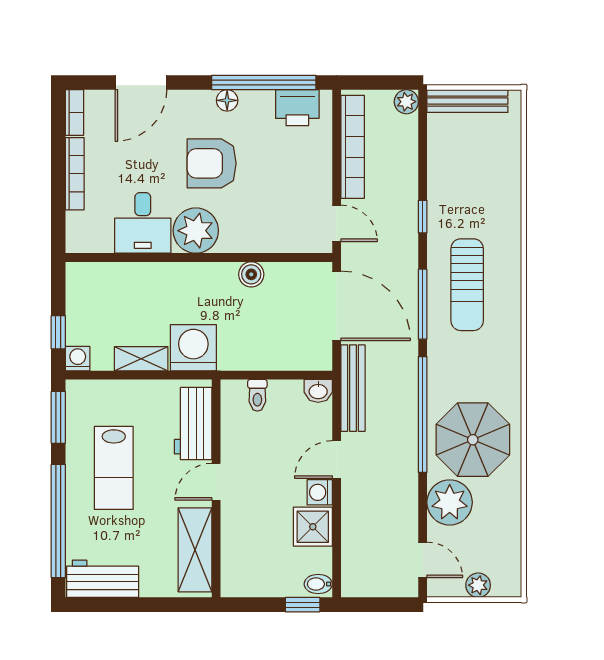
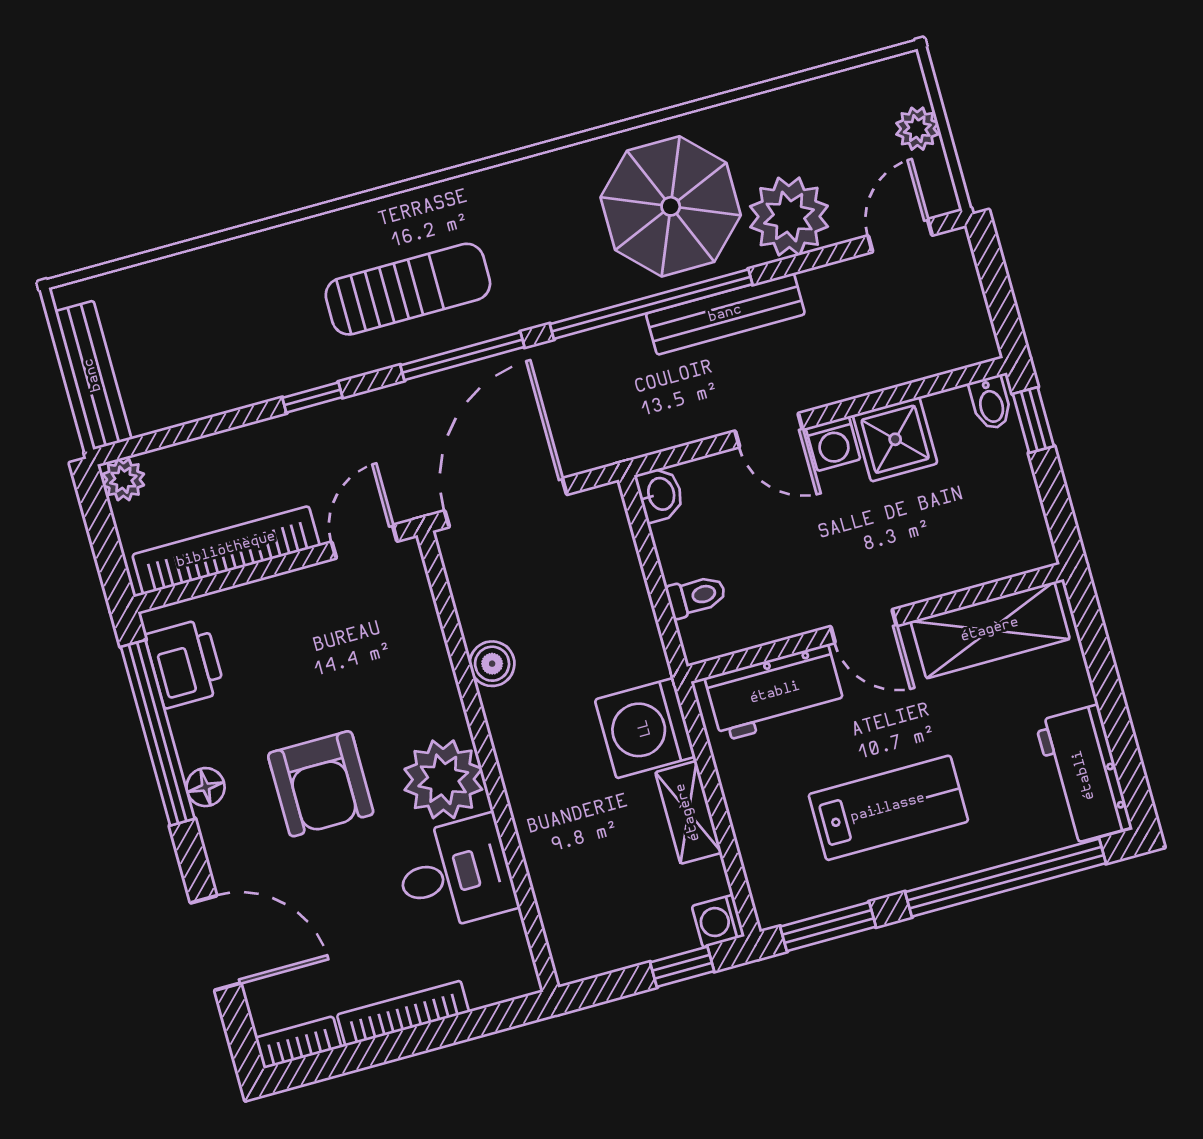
bench: (353, 388) -> (725, 314), moved

